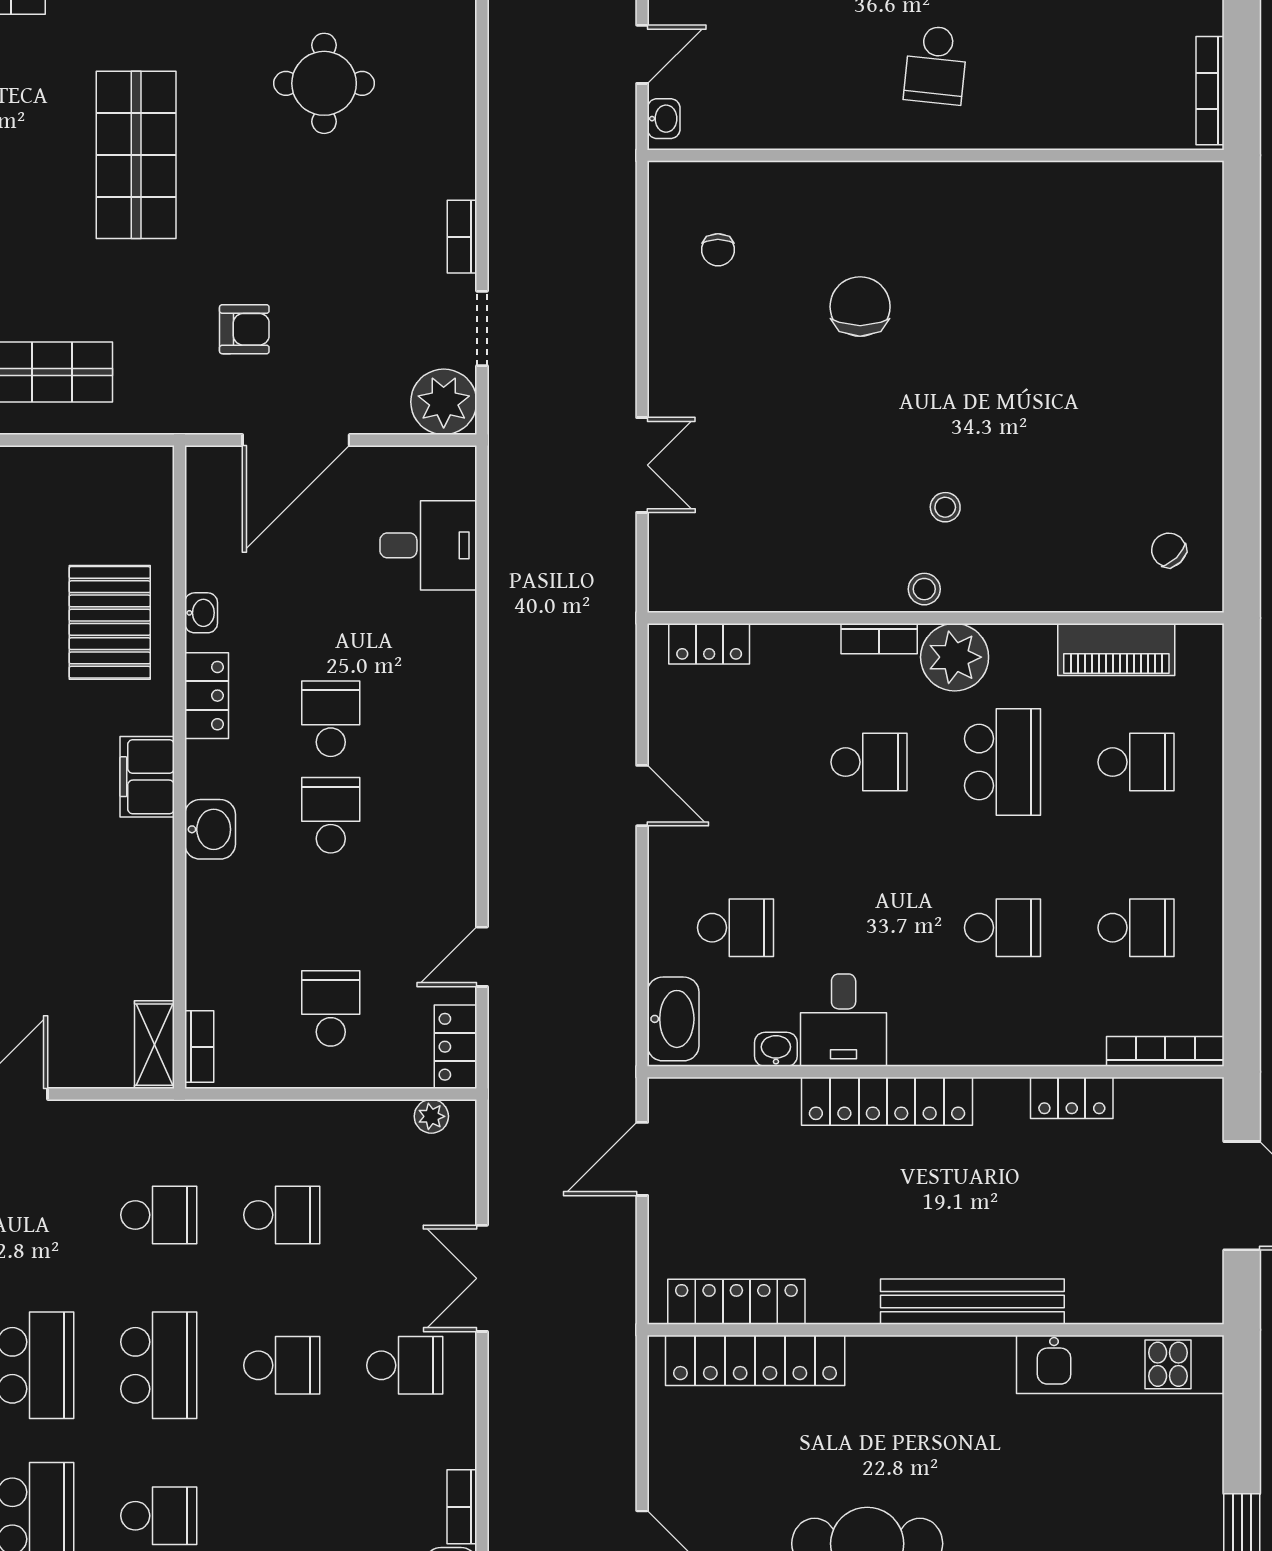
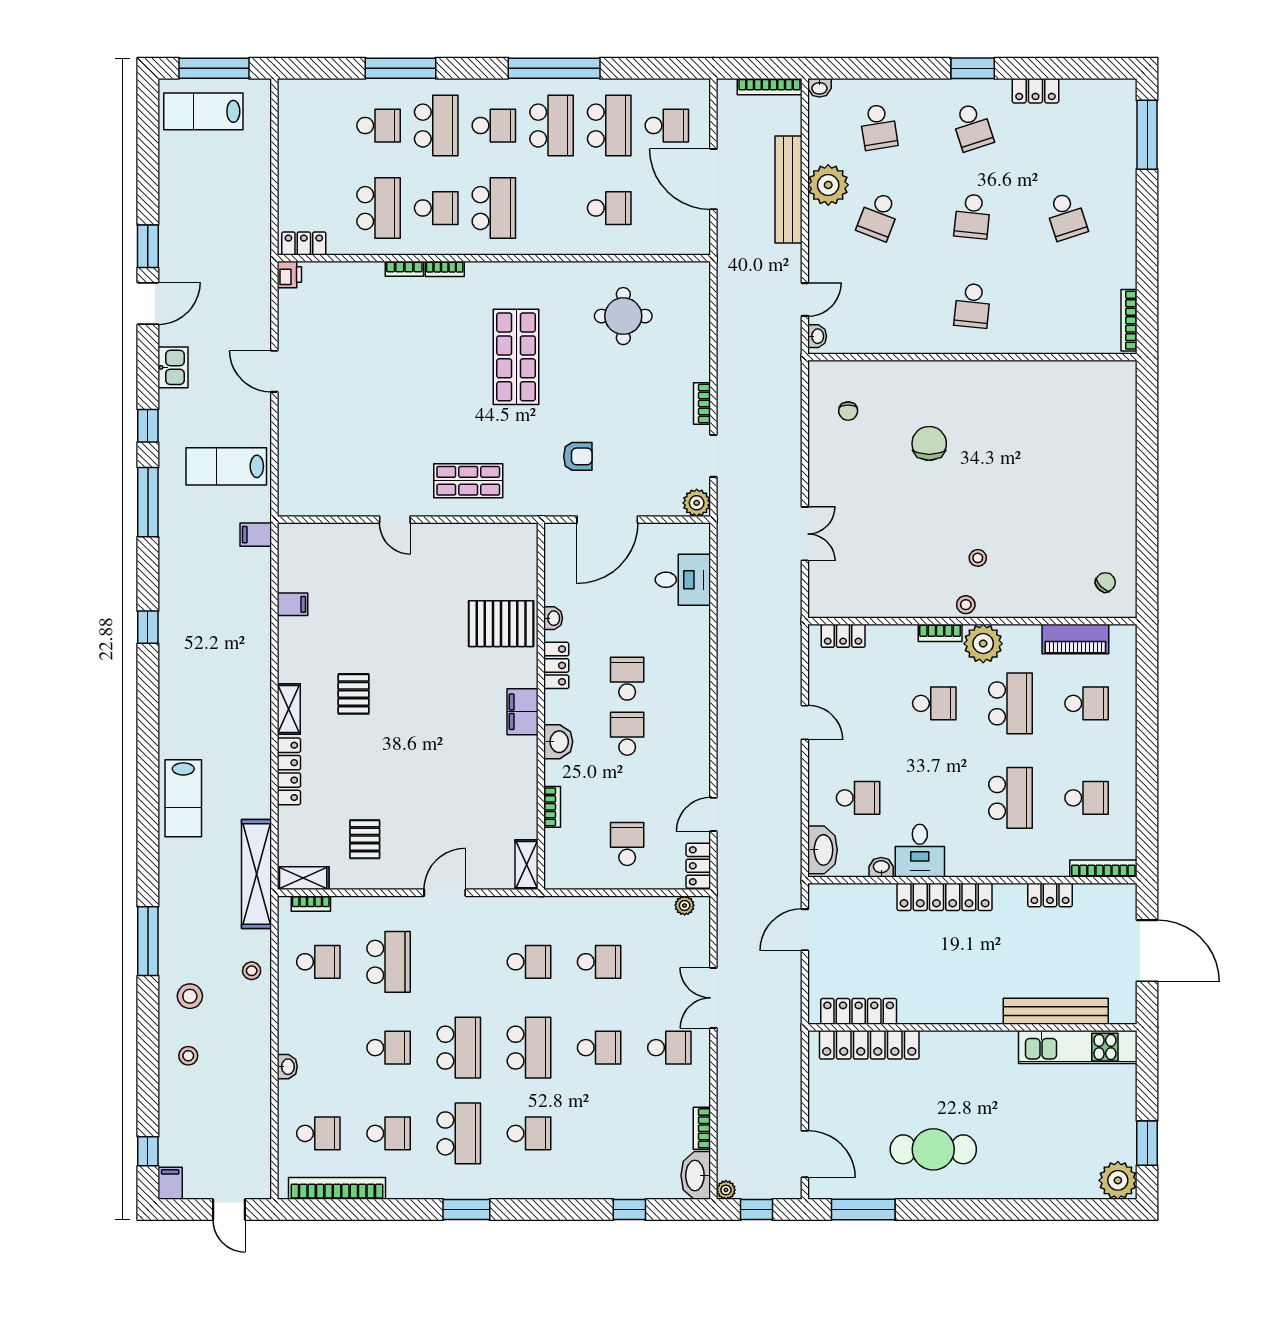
plant: (444, 402) -> (697, 503), width x0.73, depth x0.73
chair: (1169, 550) -> (1105, 582), turned 89
pallet: (110, 622) -> (501, 624), turned 90
school desk: (1002, 928) -> (1010, 798), width x1.85
bookcase: (199, 1047) -> (552, 807), moved
bench: (972, 1302) -> (1056, 1011), moved

